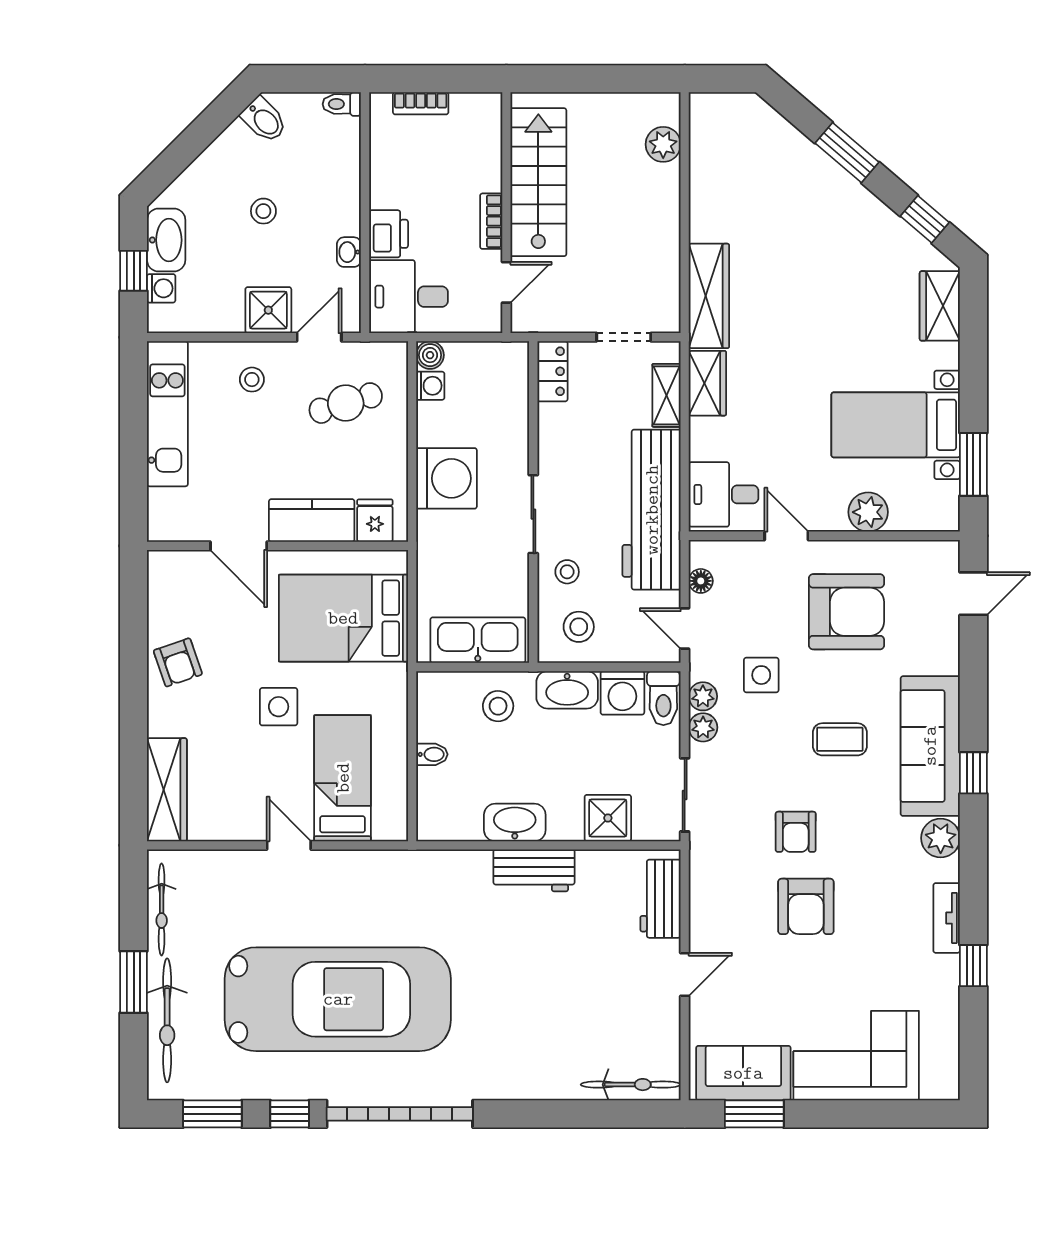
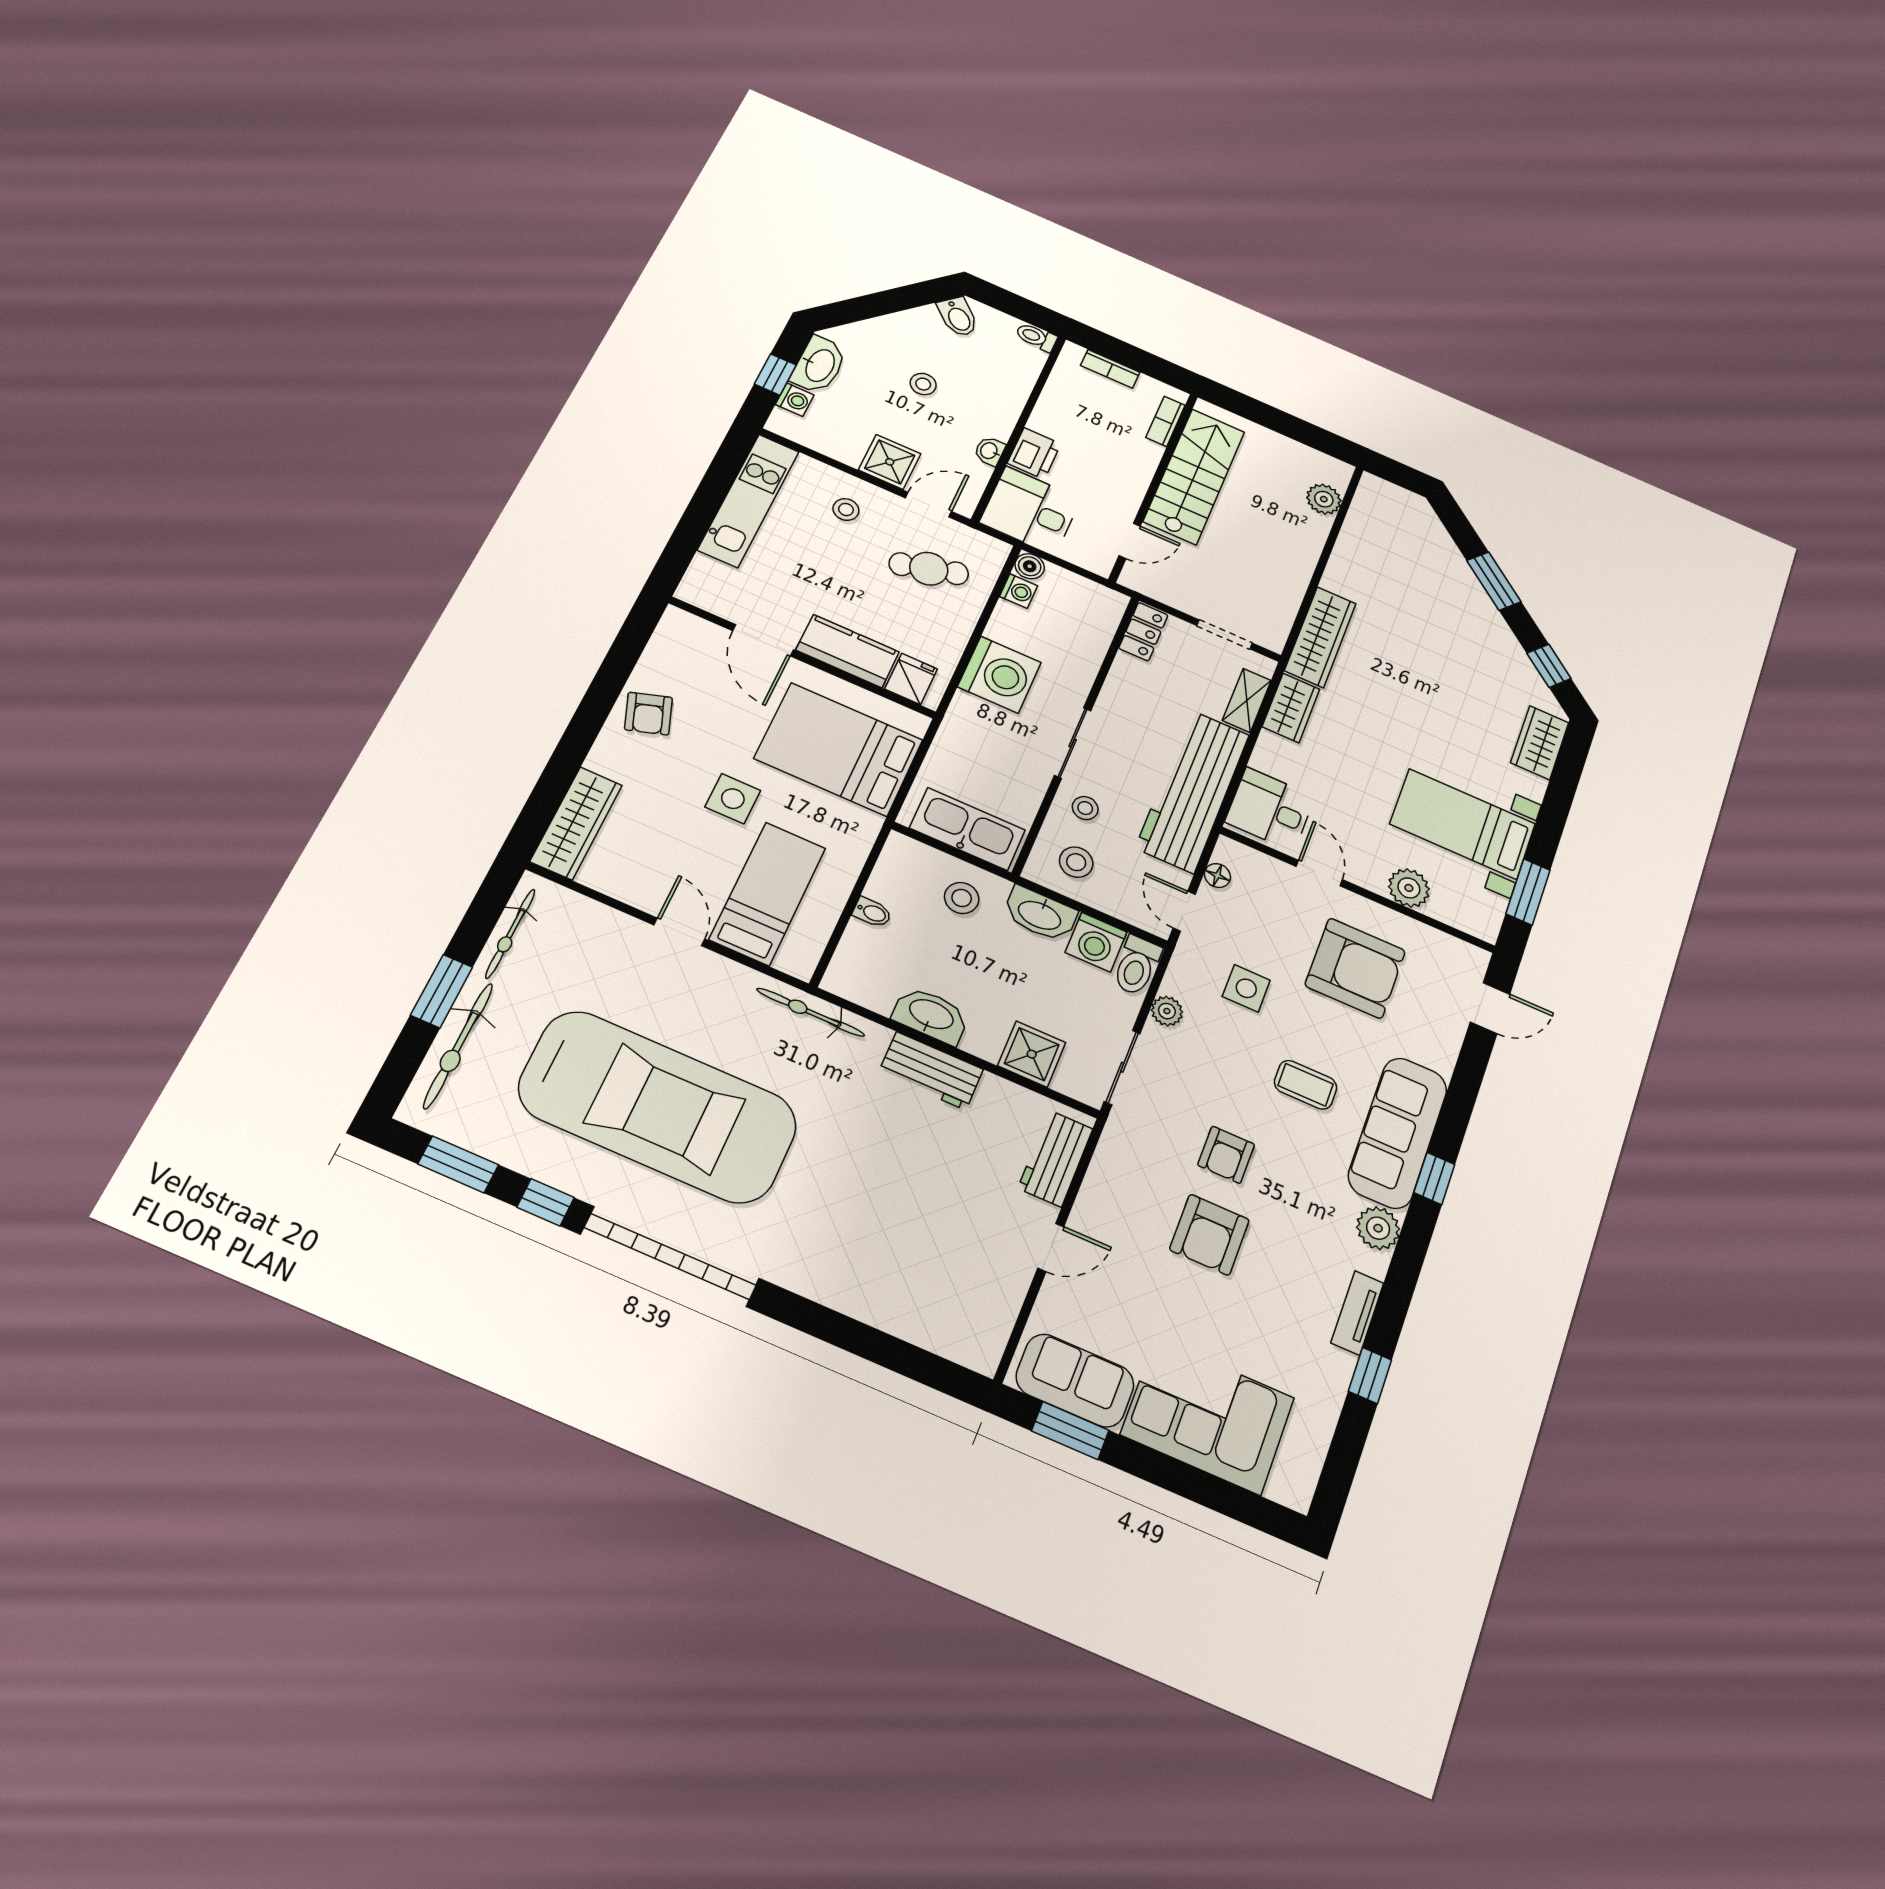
bookcase: (491, 221) -> (1166, 421), moved
plant: (703, 696) -> (1178, 982), removed
bicycle: (631, 1085) -> (811, 1012), moved, turned 180

